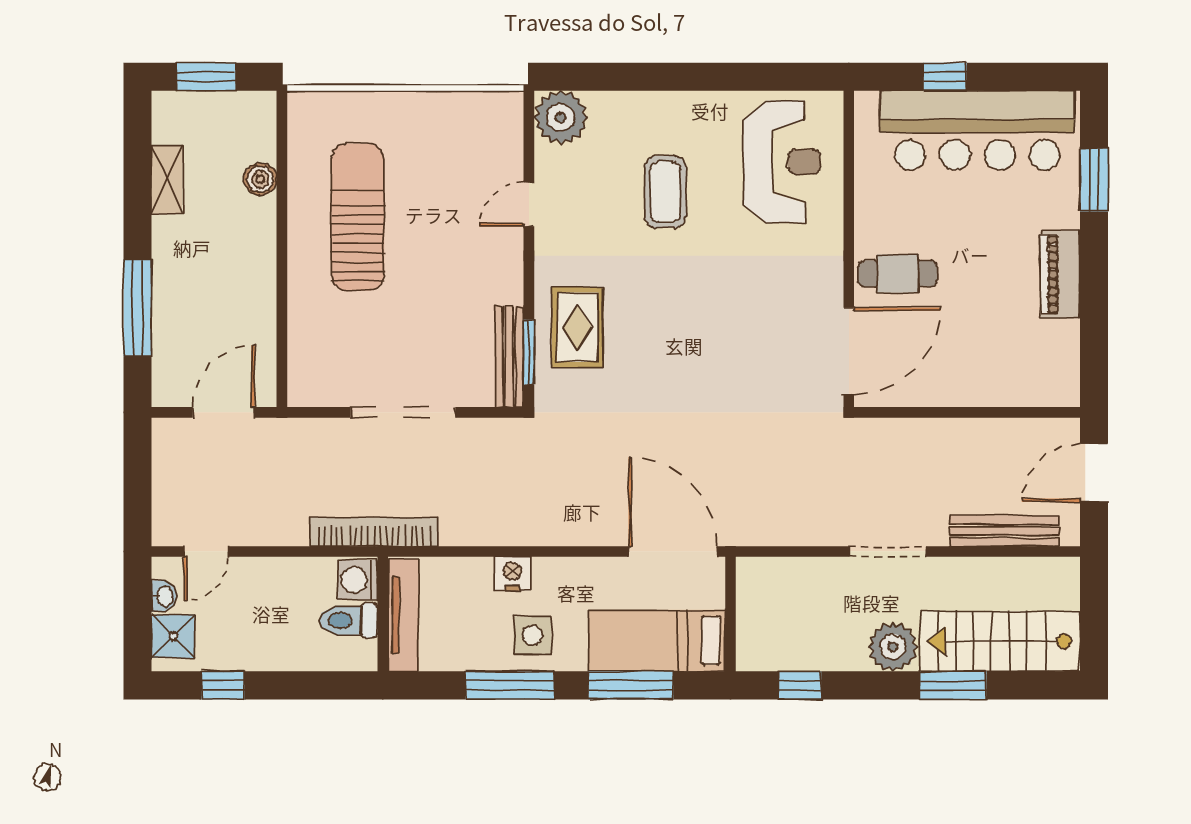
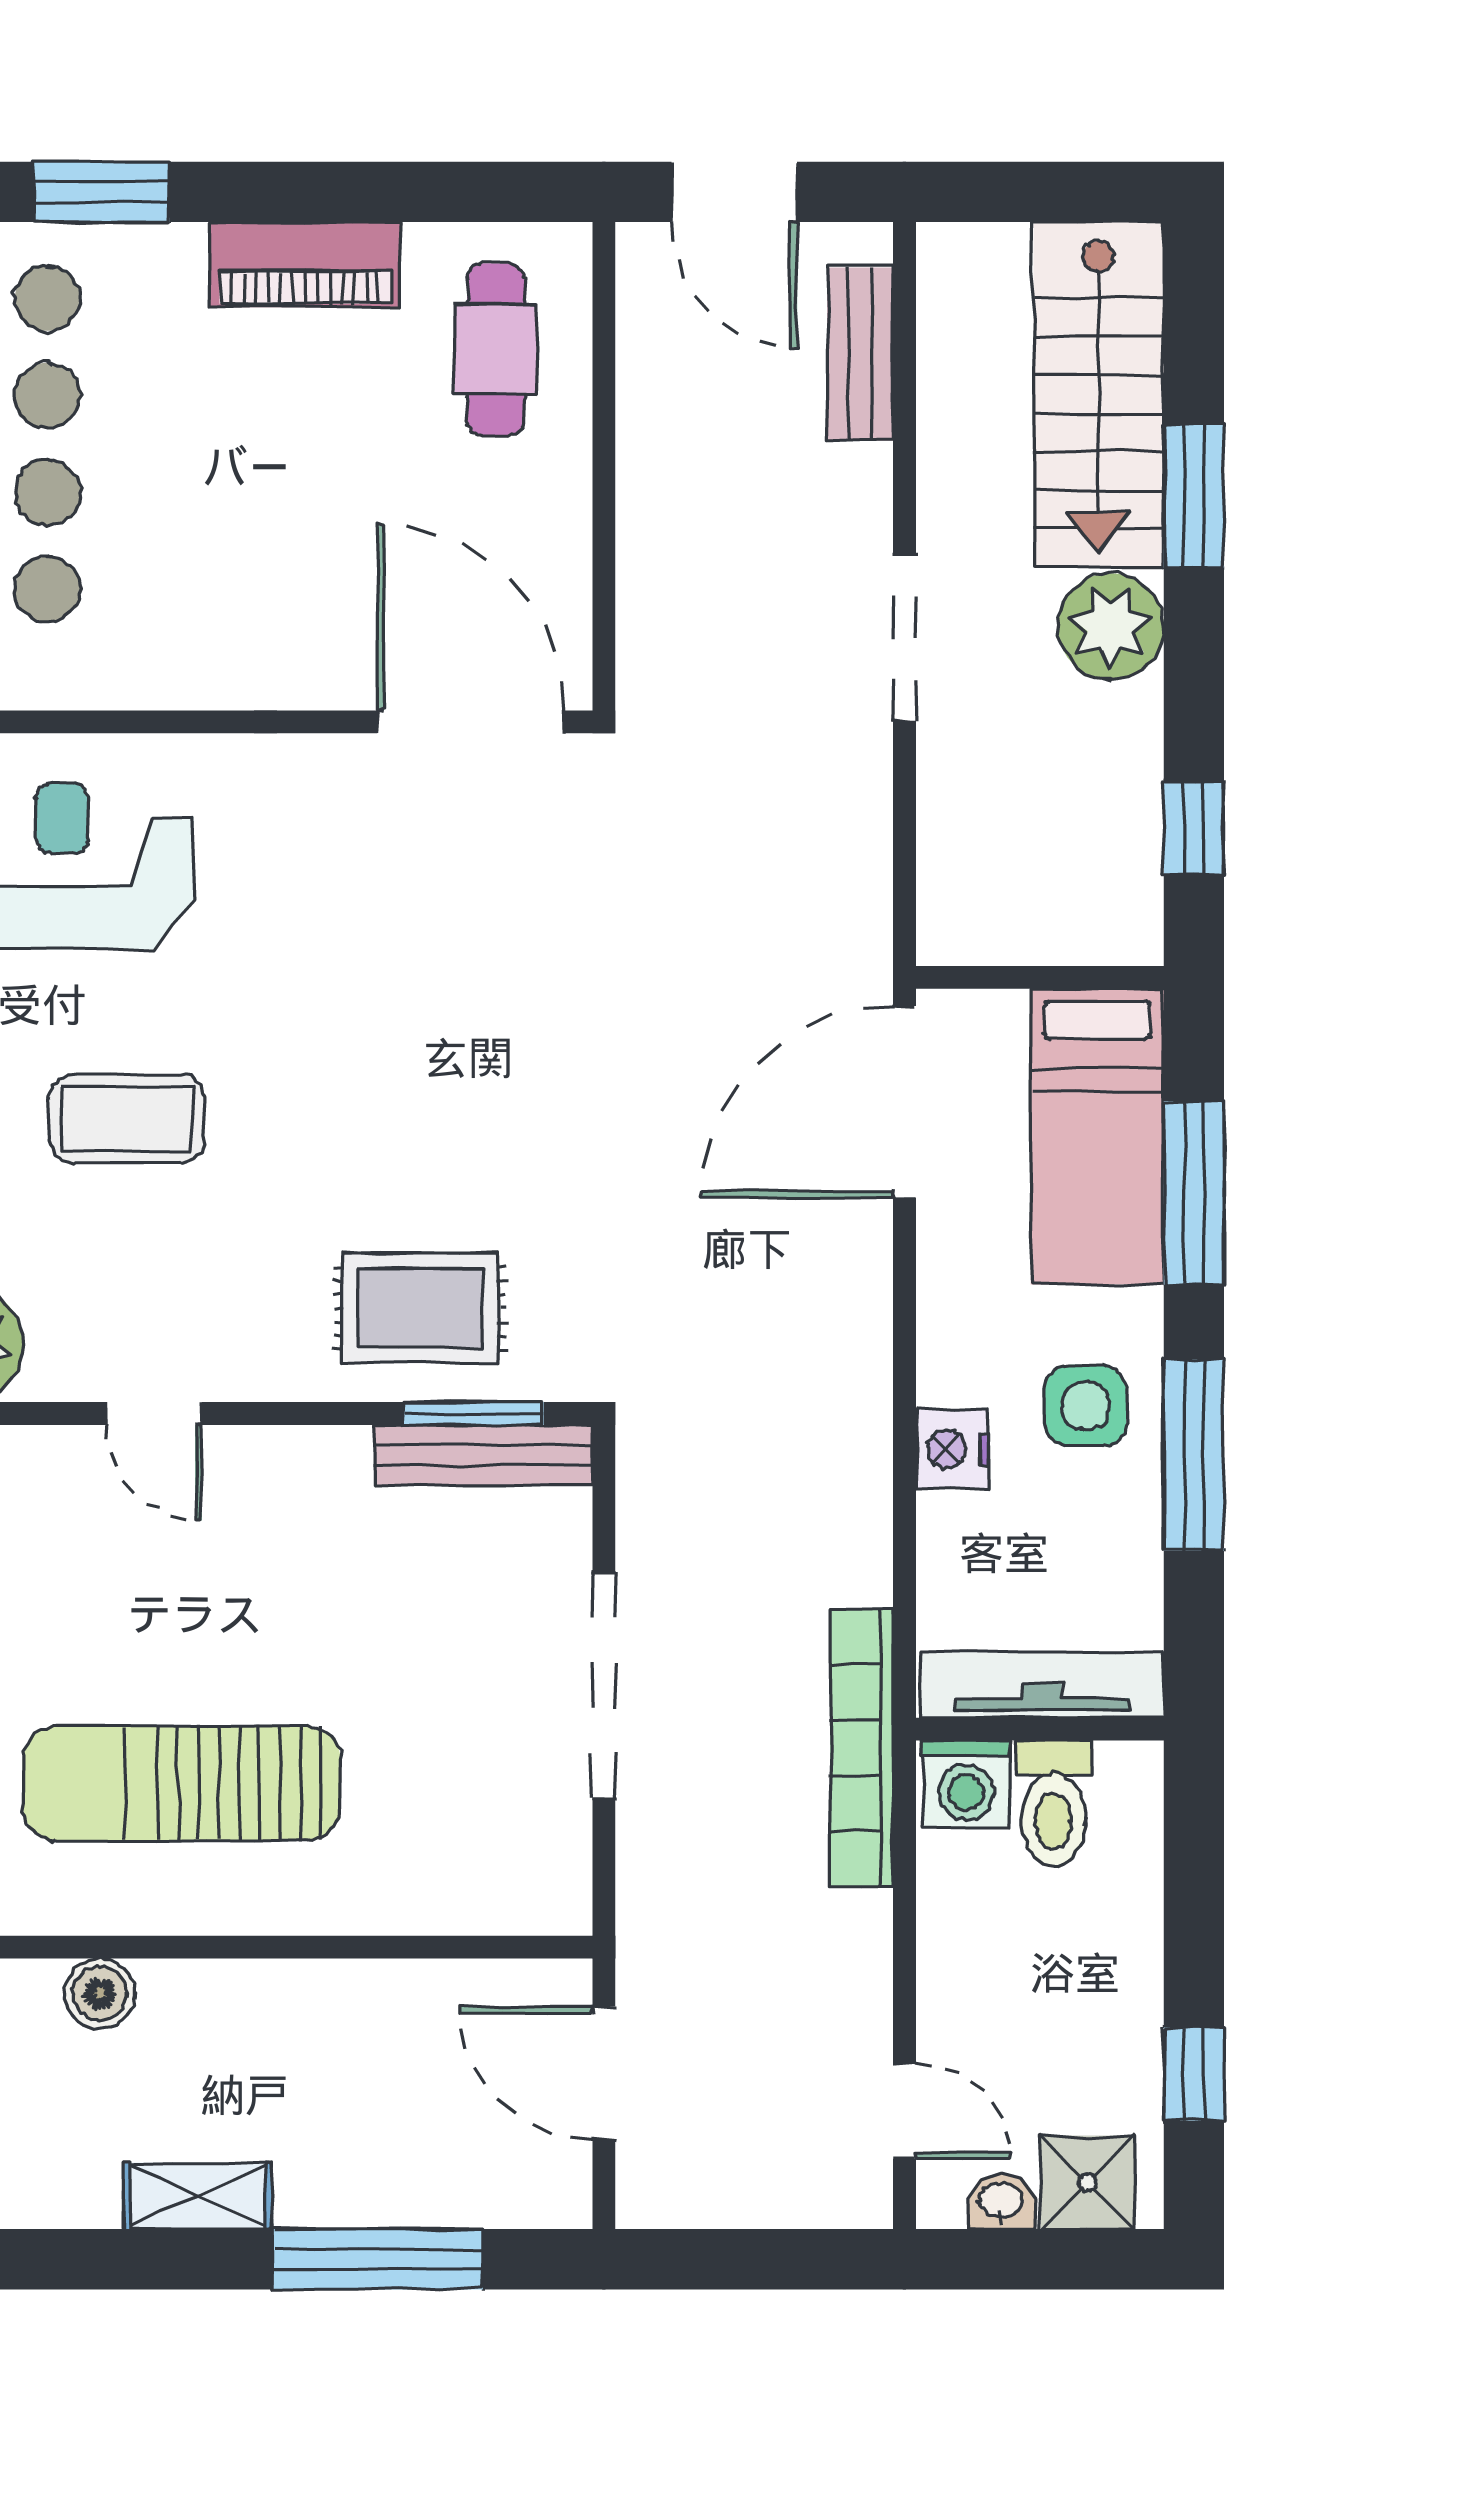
shelving: (167, 180) -> (197, 2196), moved
cafe table: (898, 274) -> (496, 349), moved
bench: (1004, 531) -> (860, 354), width x0.73

